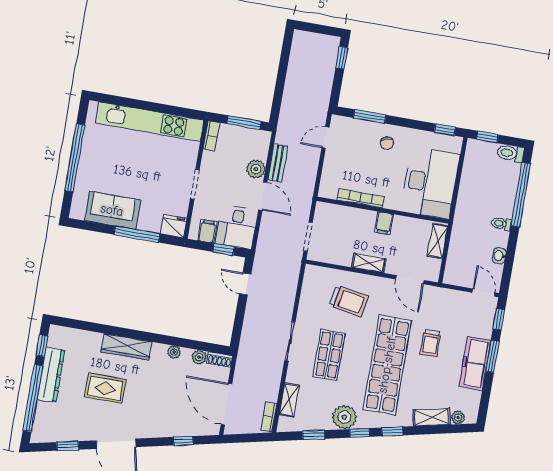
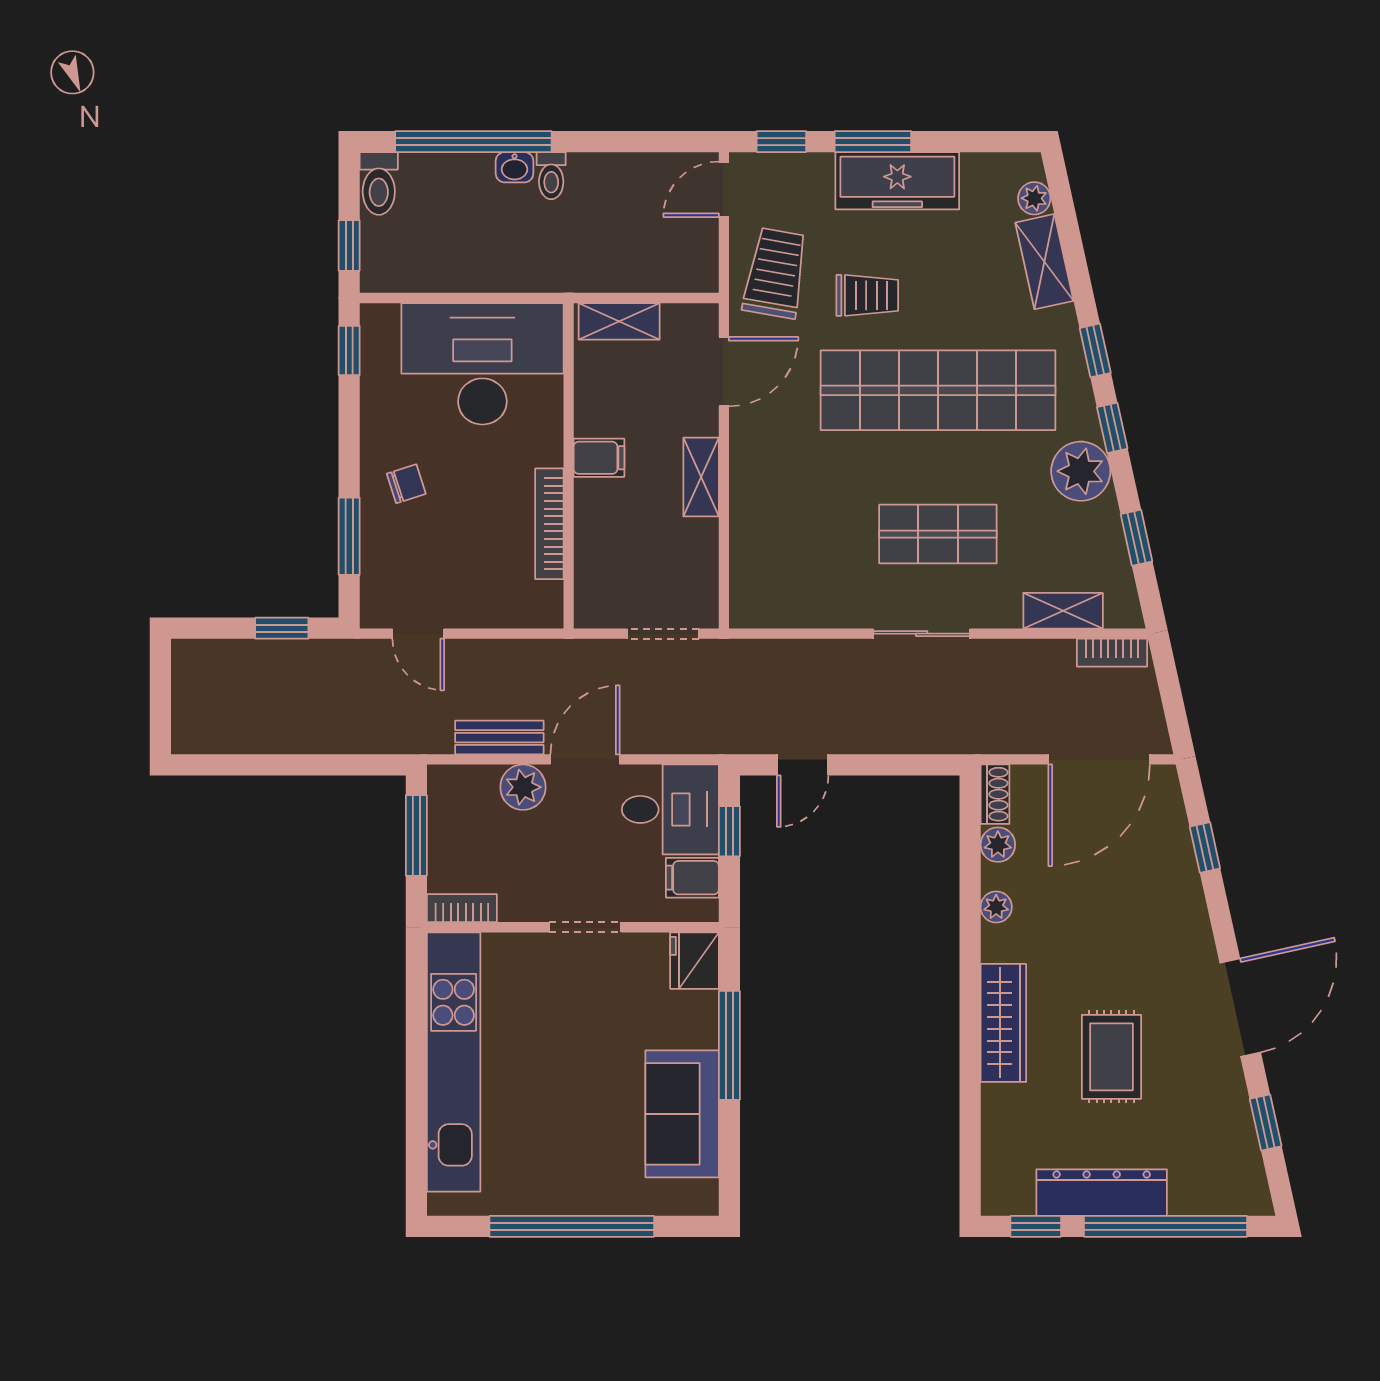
window: (342, 58) -> (282, 628), moved
washbasin: (499, 256) -> (515, 167), moved
trolley: (349, 301) -> (776, 273), moved

